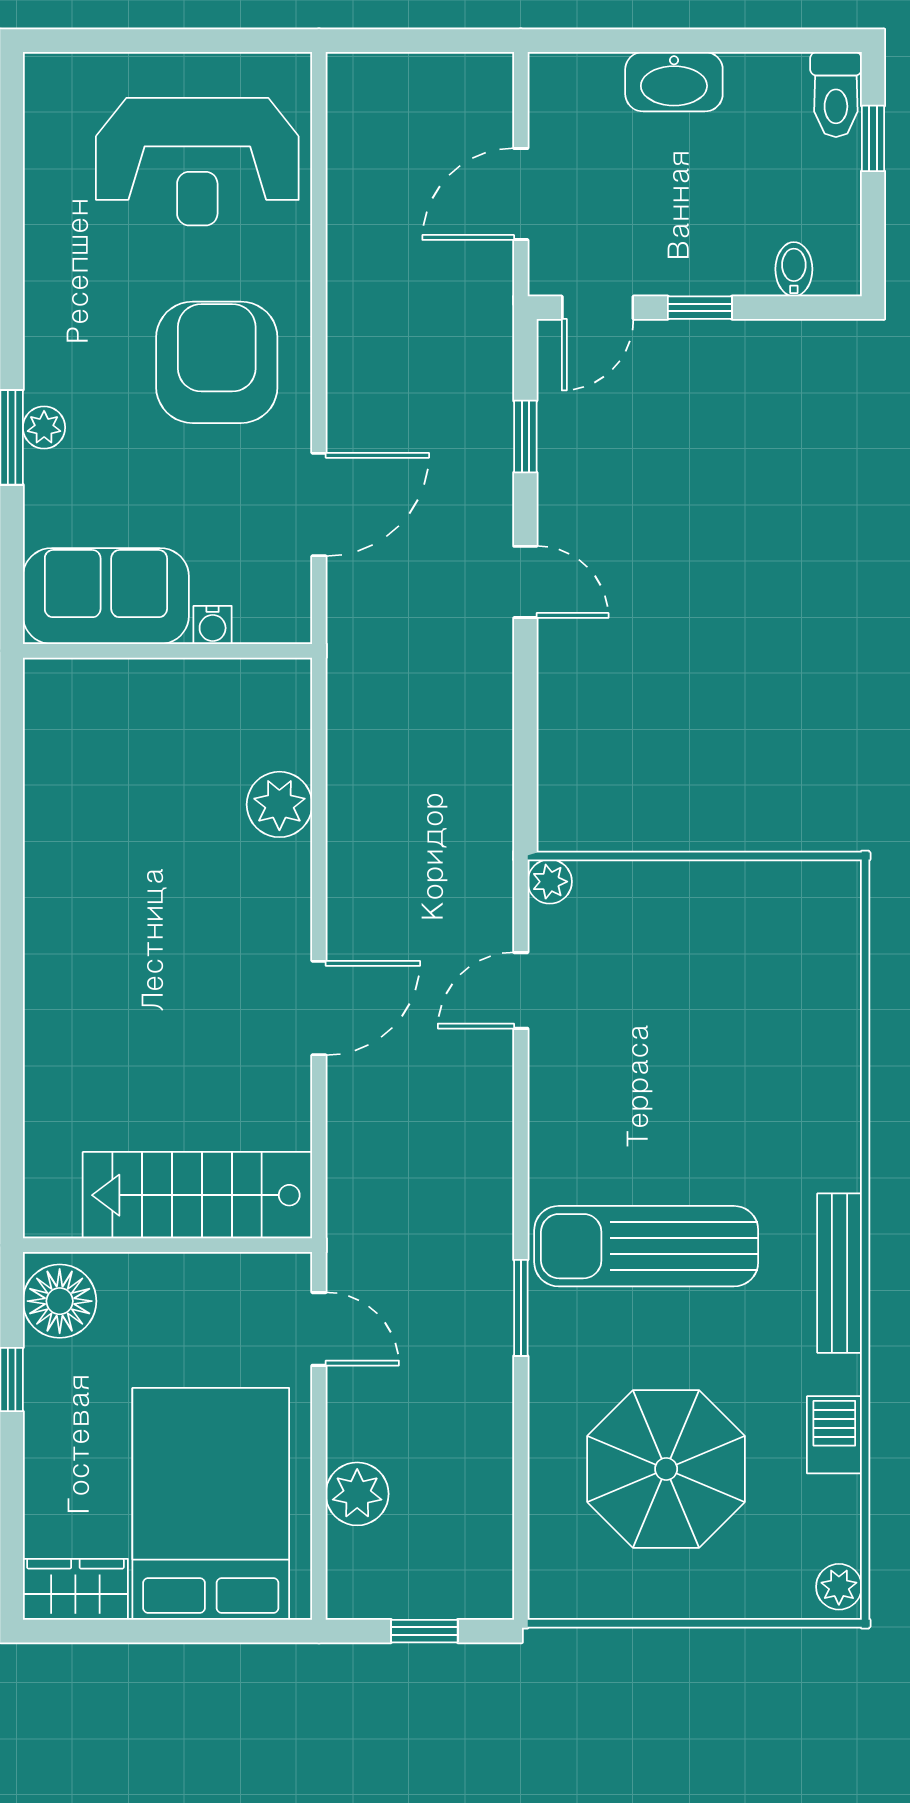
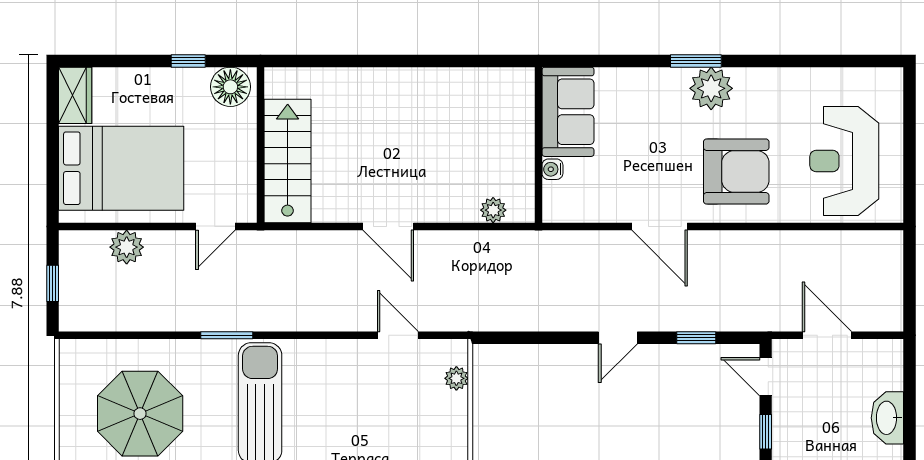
plant: (44, 427) -> (711, 88), width x1.88, depth x1.88
sofa: (106, 596) -> (568, 112), moved
water cooler: (213, 625) -> (552, 169), moved
wall: (168, 651) -> (539, 145), moved
plant: (279, 804) -> (493, 210), width x0.73, depth x0.73
plant: (550, 882) -> (456, 378), moved

